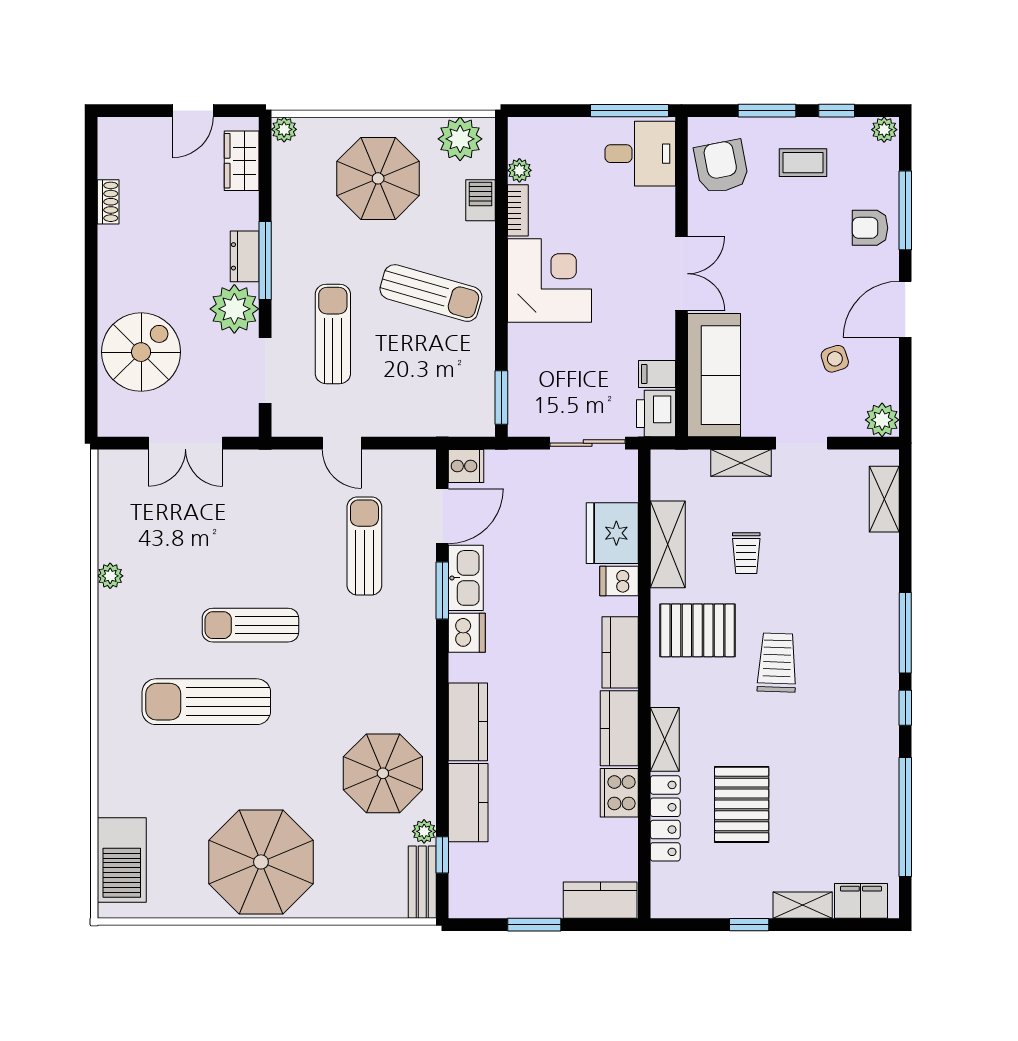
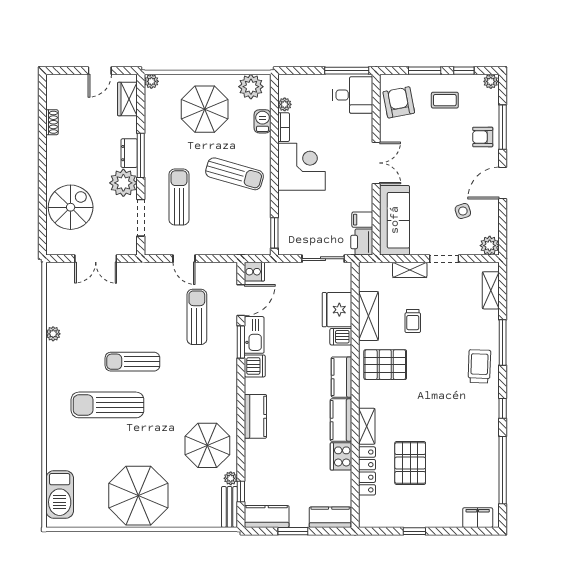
window: (905, 633) -> (503, 342), moved
trolley: (777, 663) -> (479, 366), moved
kitchen counter: (468, 803) -> (267, 516), moved, turned -90
shelving: (803, 905) -> (445, 520), removed

